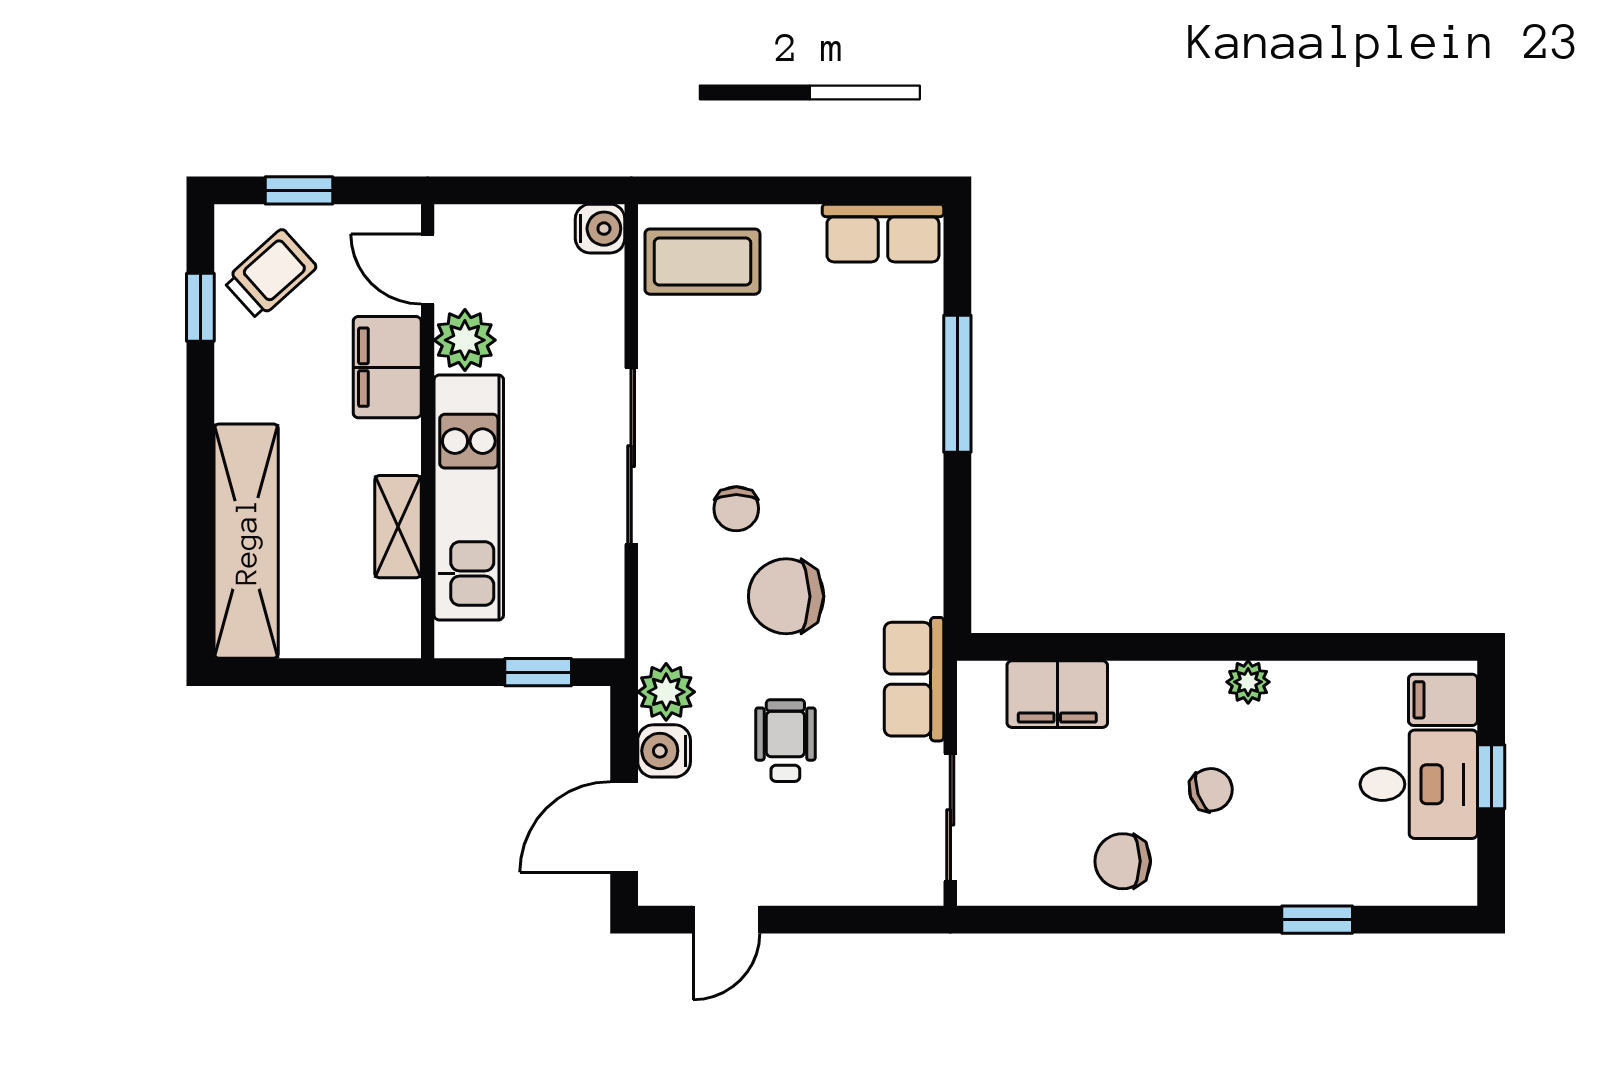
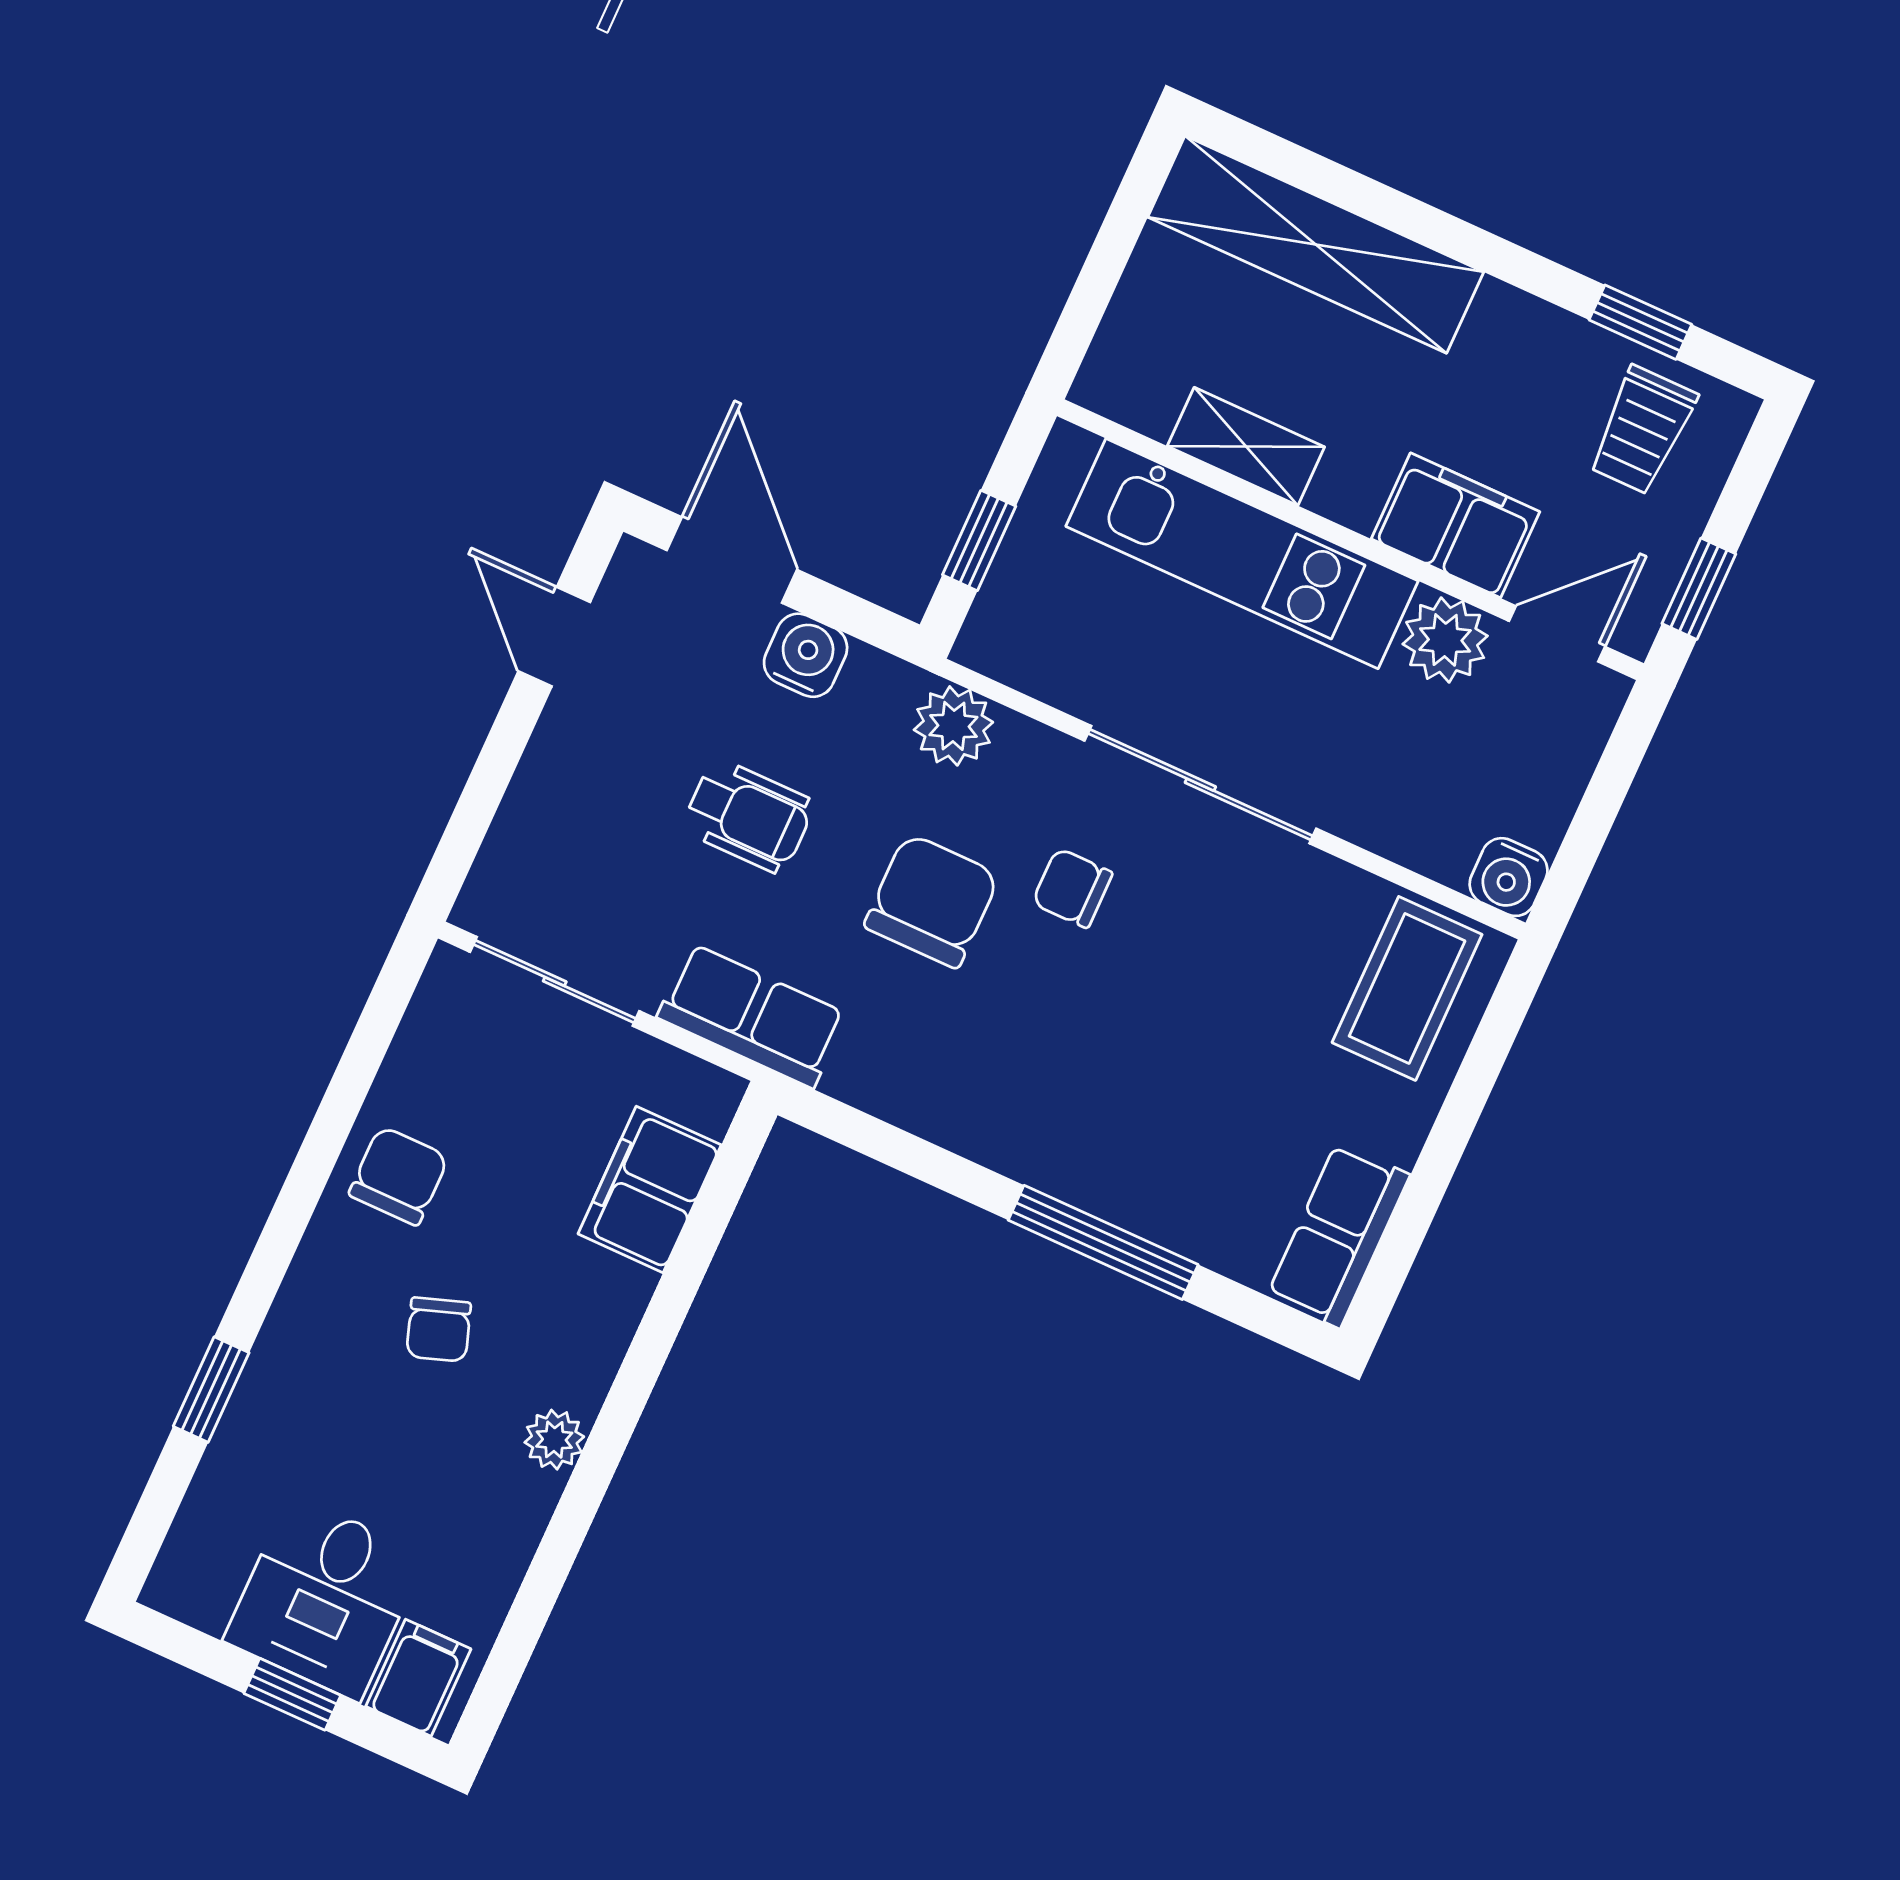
window: (299, 190) -> (1699, 589), moved
trolley: (270, 274) -> (1642, 430), turned 42
plant: (666, 692) -> (953, 726), moved

